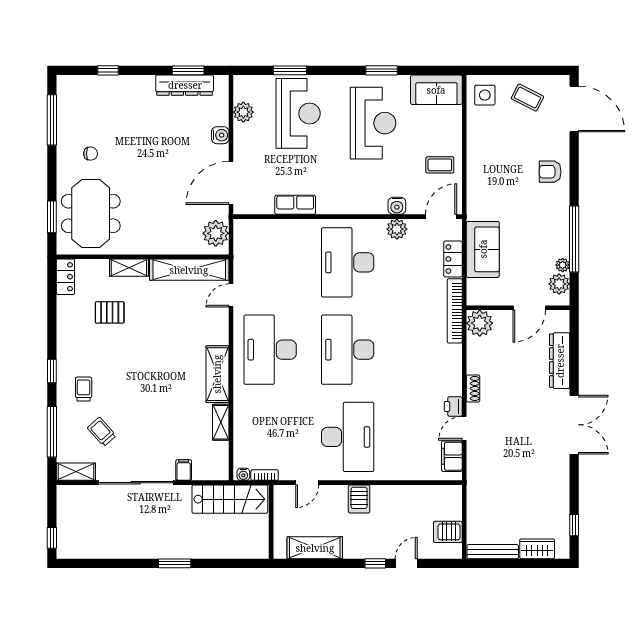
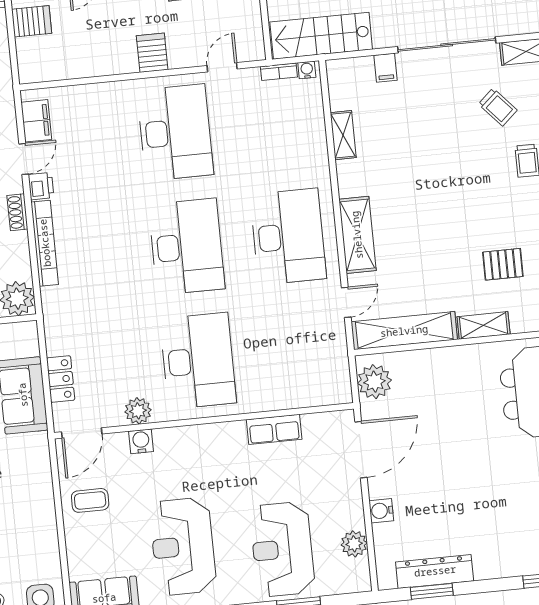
bookcase: (455, 311) -> (45, 243), moved
shelving: (217, 374) -> (357, 235), moved
desk: (348, 437) -> (175, 132), turned 180

